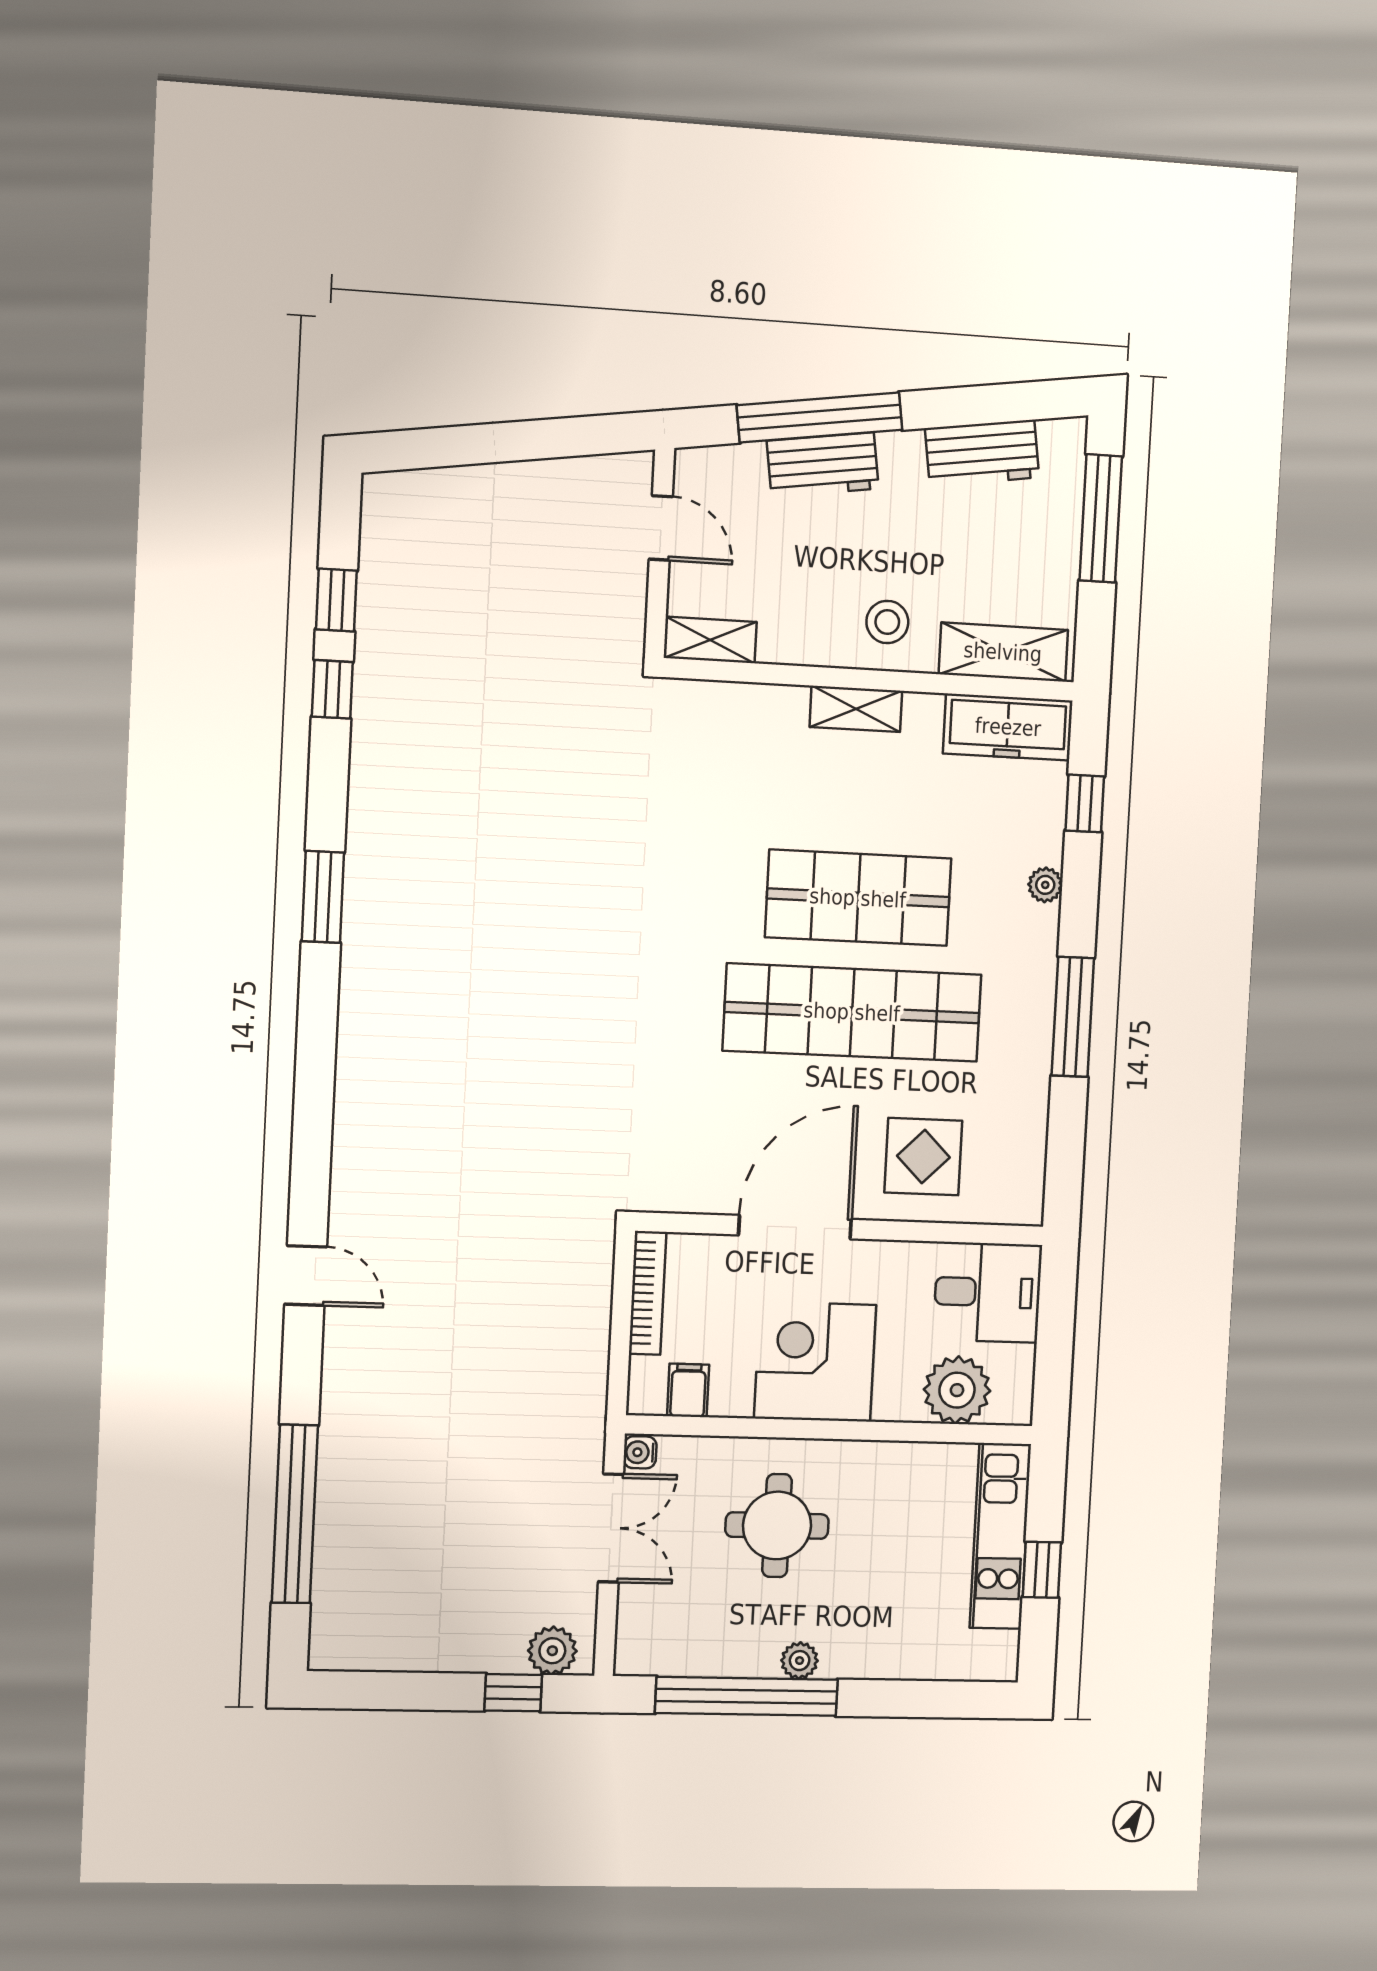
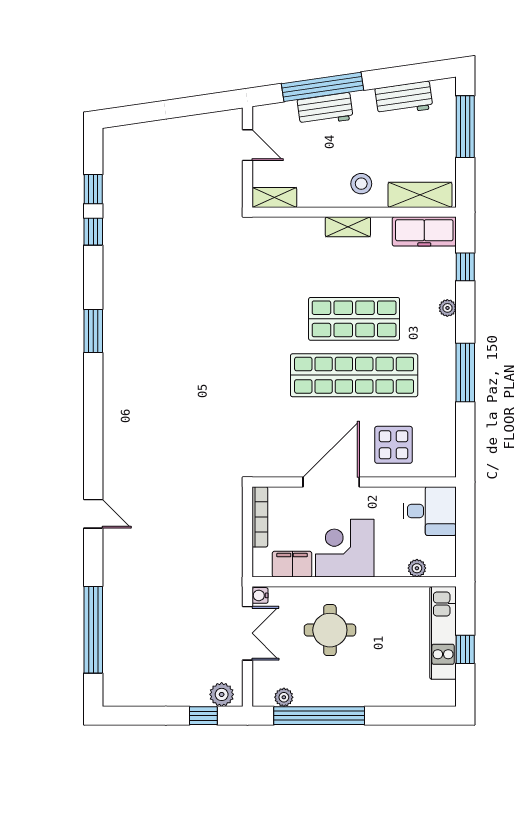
filing cabinet: (688, 1390) -> (292, 564), width x2.00
plant: (957, 1390) -> (417, 568), width x0.53, depth x0.53
plant: (800, 1661) -> (284, 697), moved

